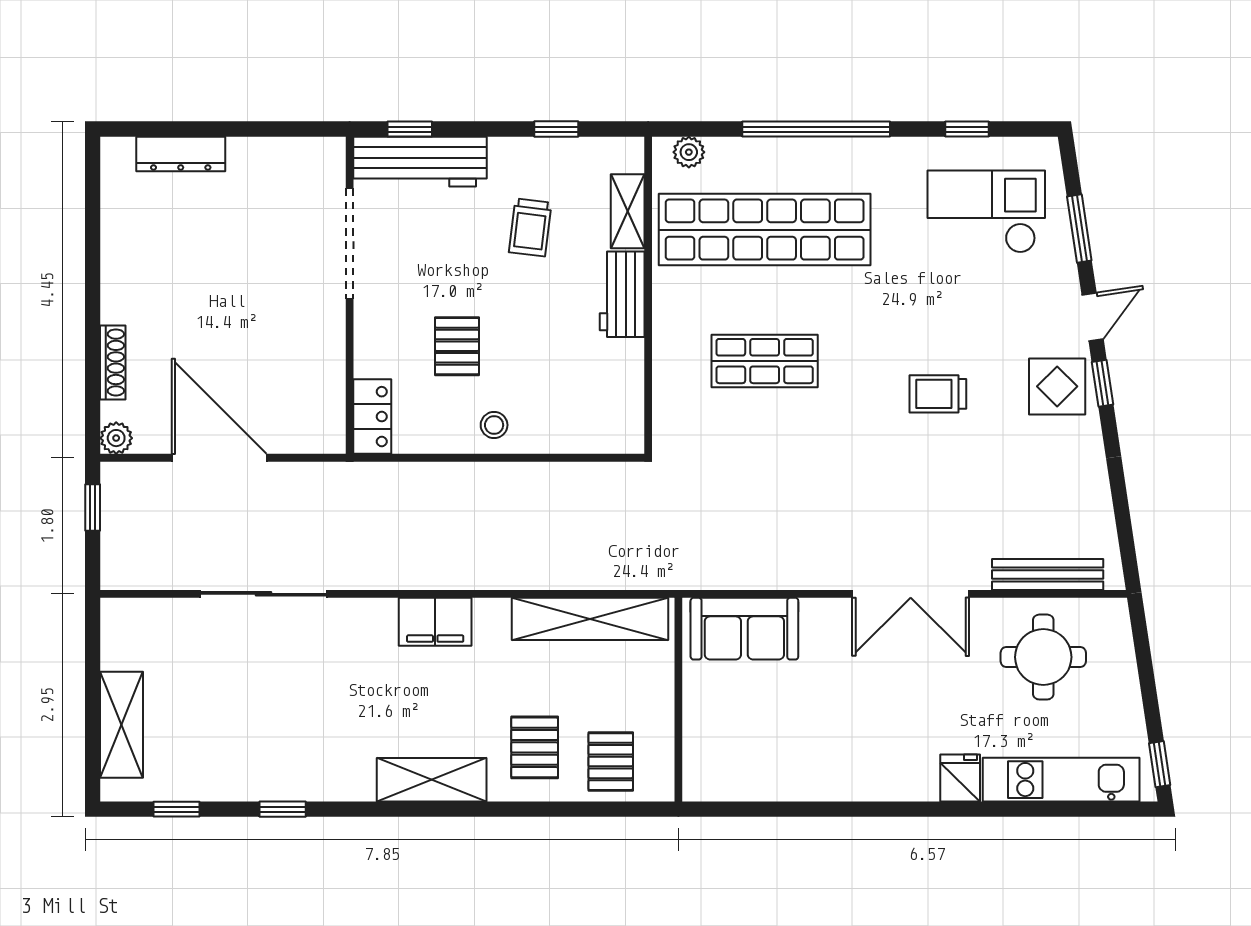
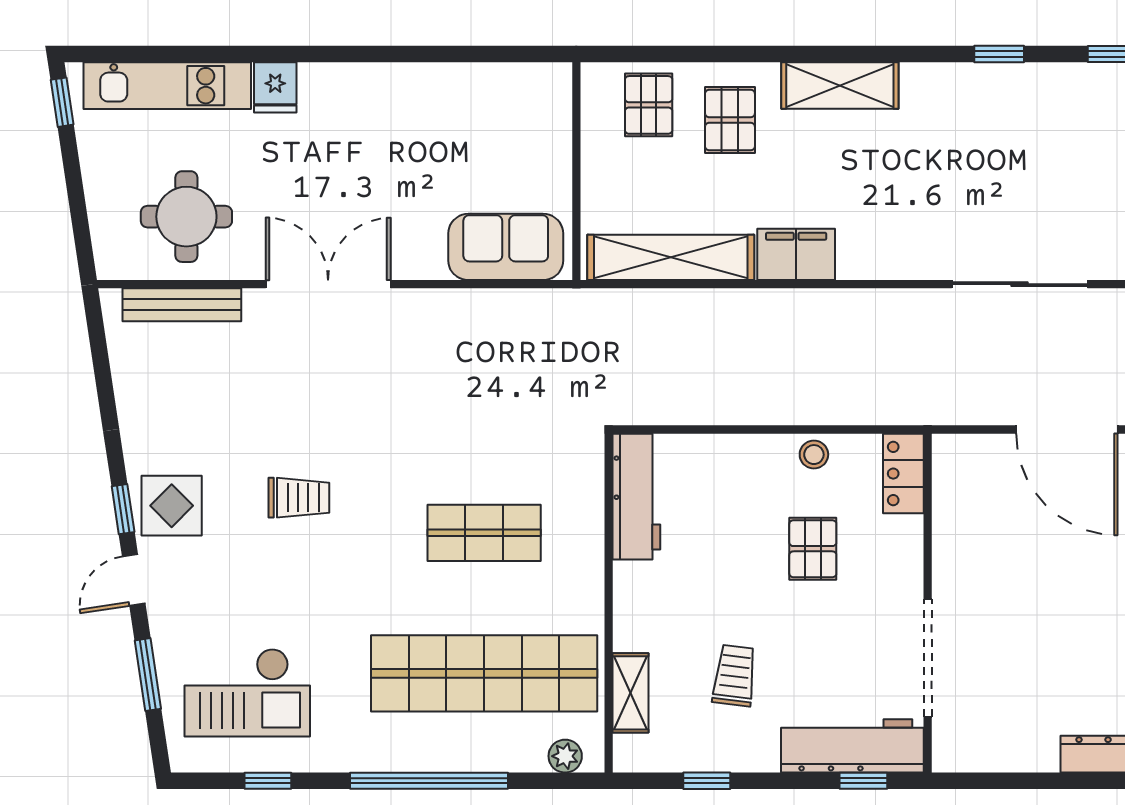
workbench: (622, 294) -> (636, 497), moved, width x1.38
stool: (494, 425) -> (814, 455), moved
filing cabinet: (435, 622) -> (796, 254), moved

